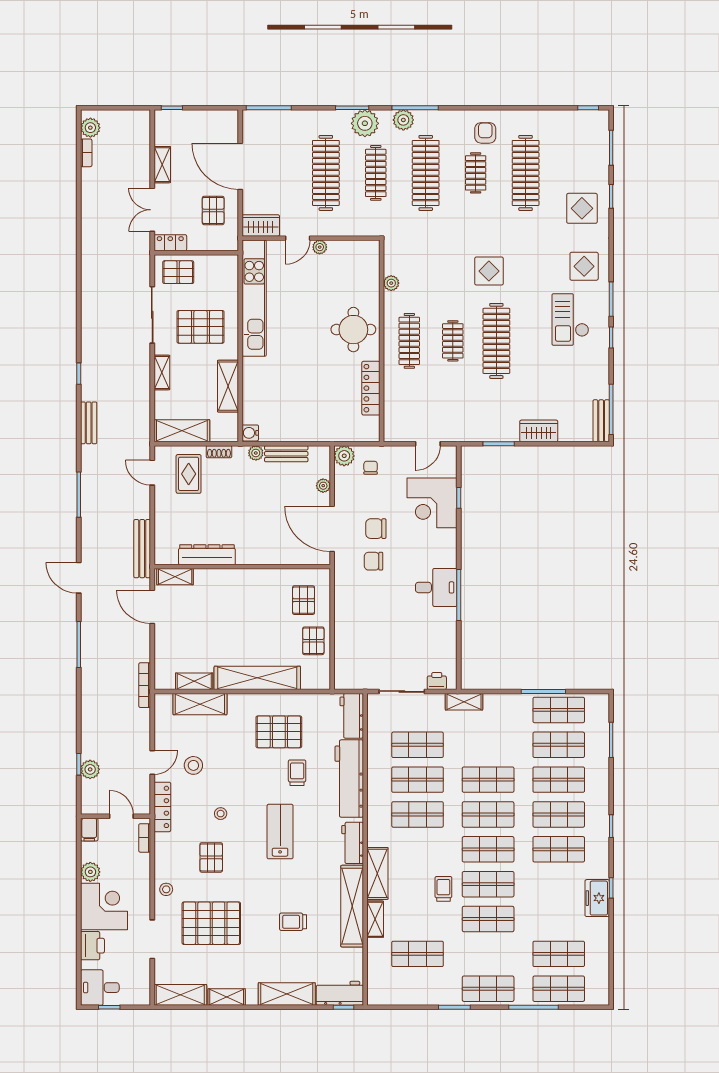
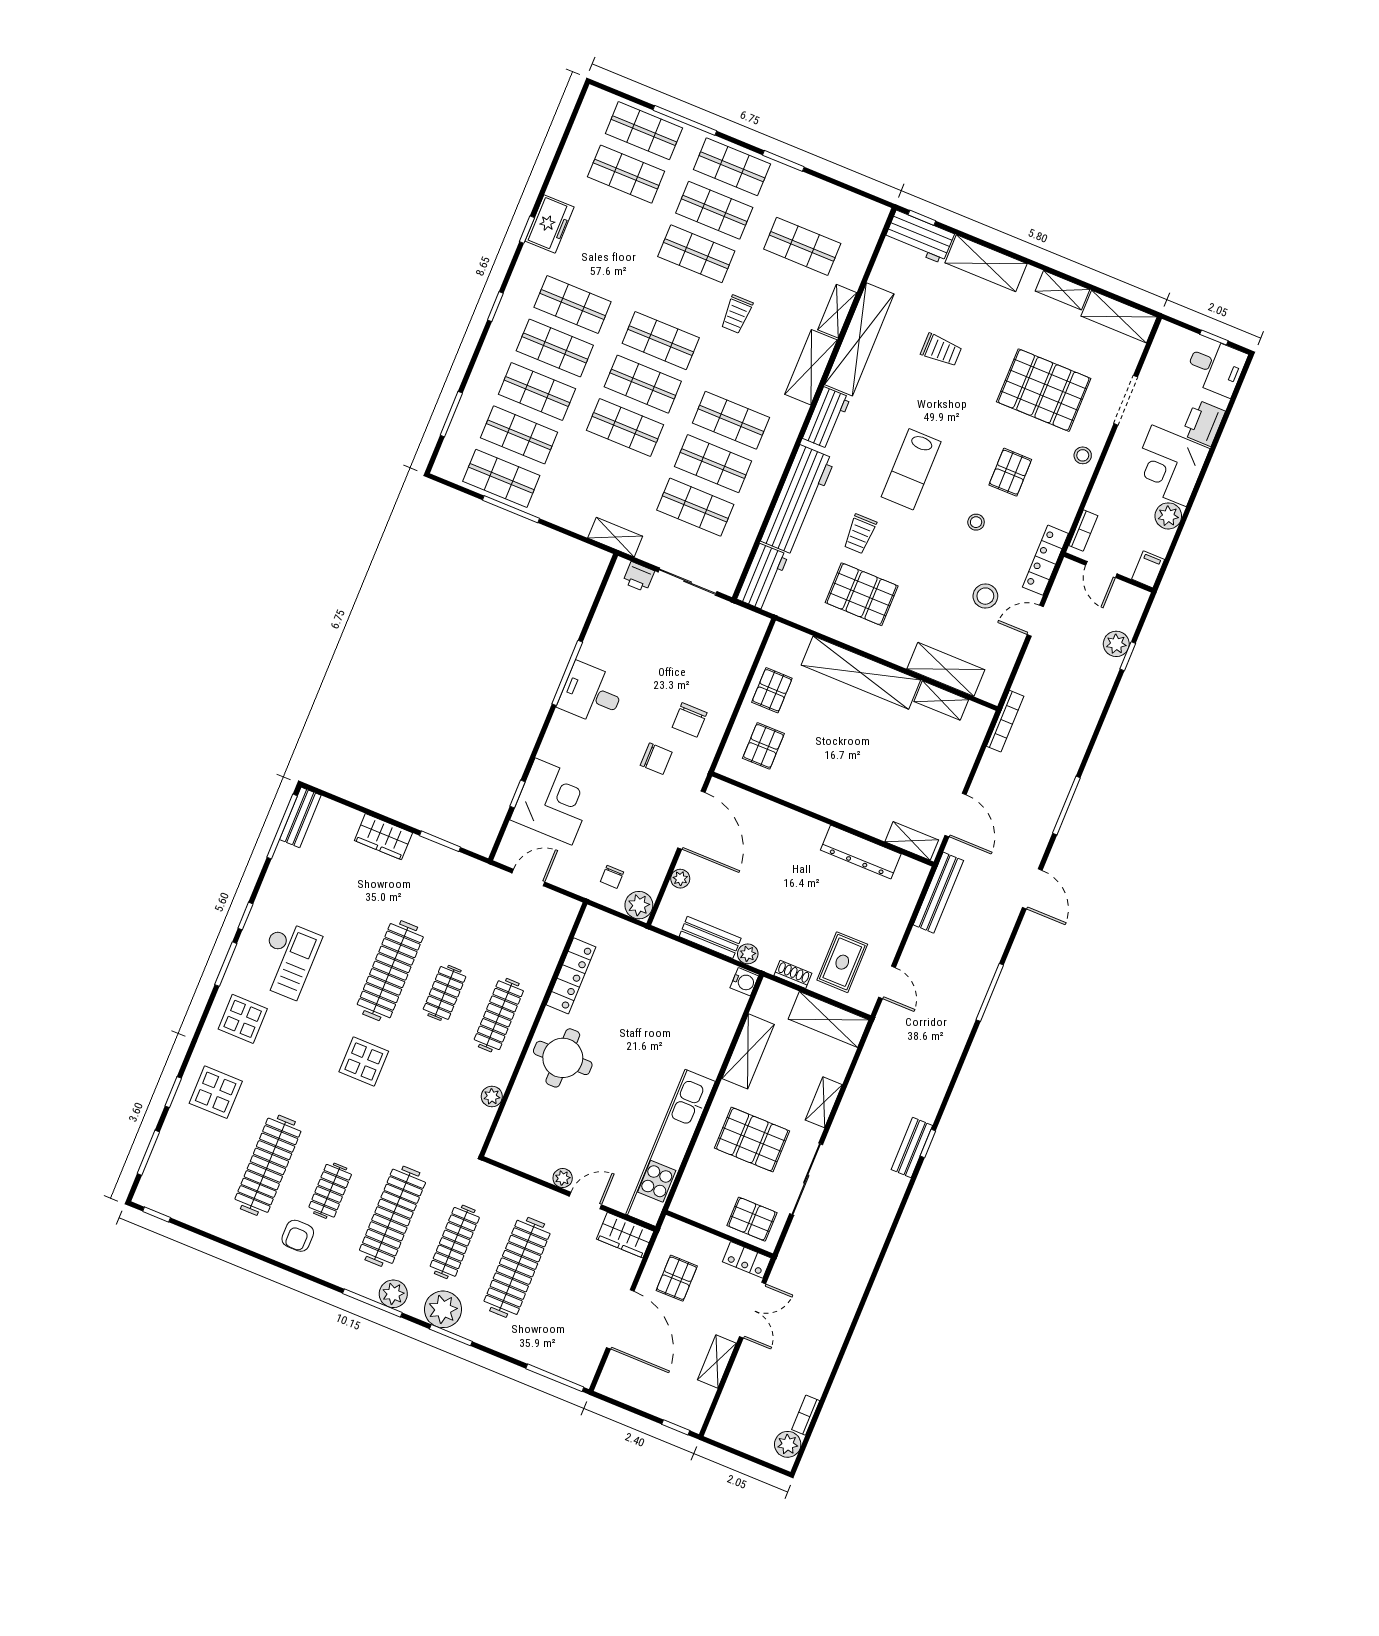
bench: (89, 423) -> (912, 1148), moved
chair: (376, 529) -> (690, 720), moved, turned 90
shop shelf: (488, 884) -> (714, 210), moved

